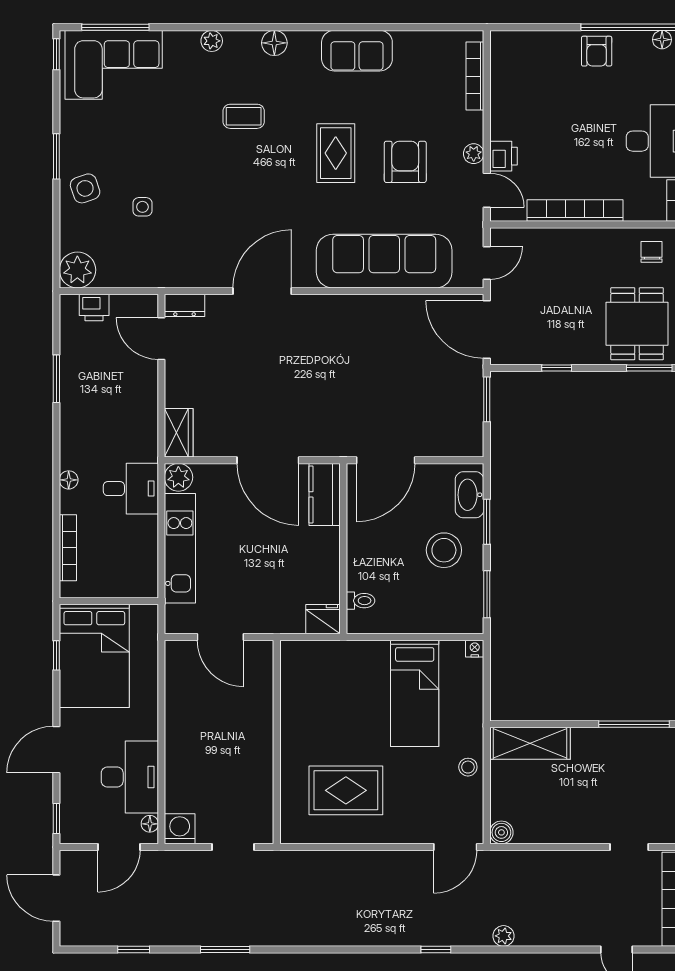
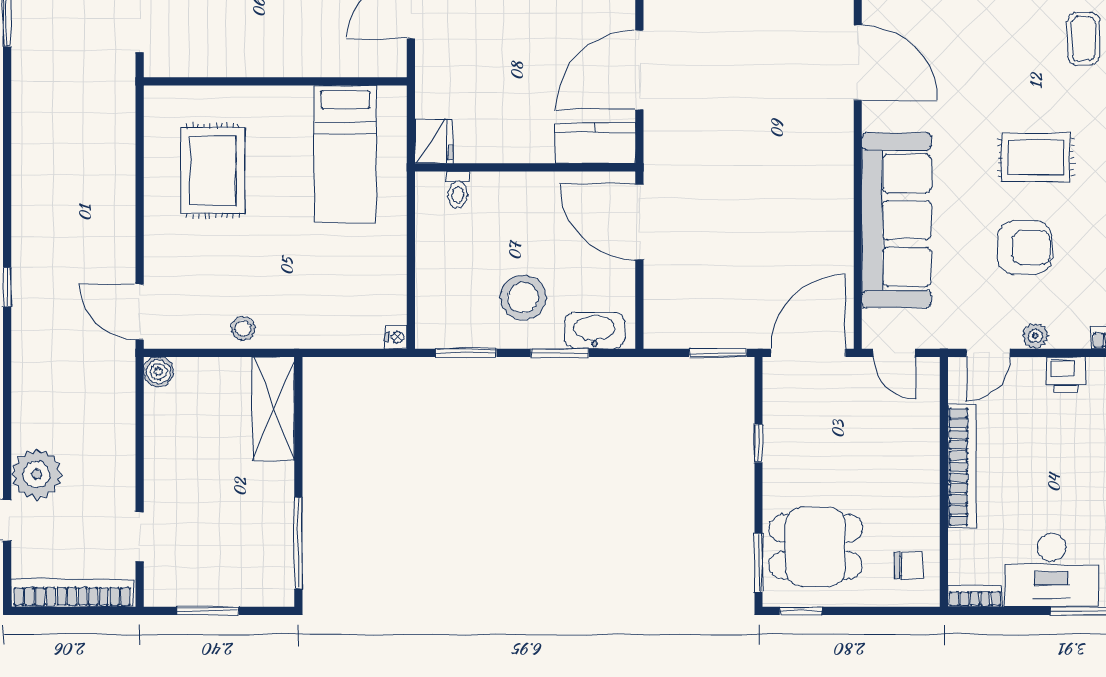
printer: (504, 156) -> (1066, 374), moved
bed: (415, 693) -> (345, 154), moved, turned -90
plant: (503, 936) -> (37, 474), moved, width x1.87, depth x1.87

